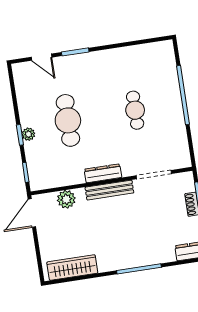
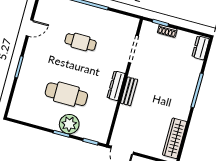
door: (42, 57) -> (29, 28), moved
plant: (28, 134) -> (69, 124), width x1.88, depth x1.88
bench: (109, 190) -> (129, 91), width x0.73
plant: (66, 199) -> (123, 121), removed

